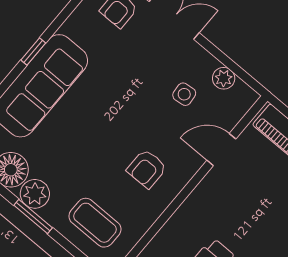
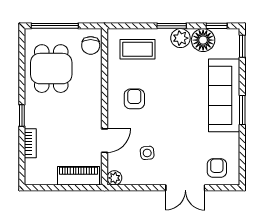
window: (33, 51) -> (242, 110), width x1.50
plant: (224, 78) -> (114, 178), moved

